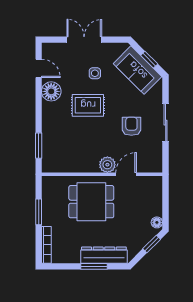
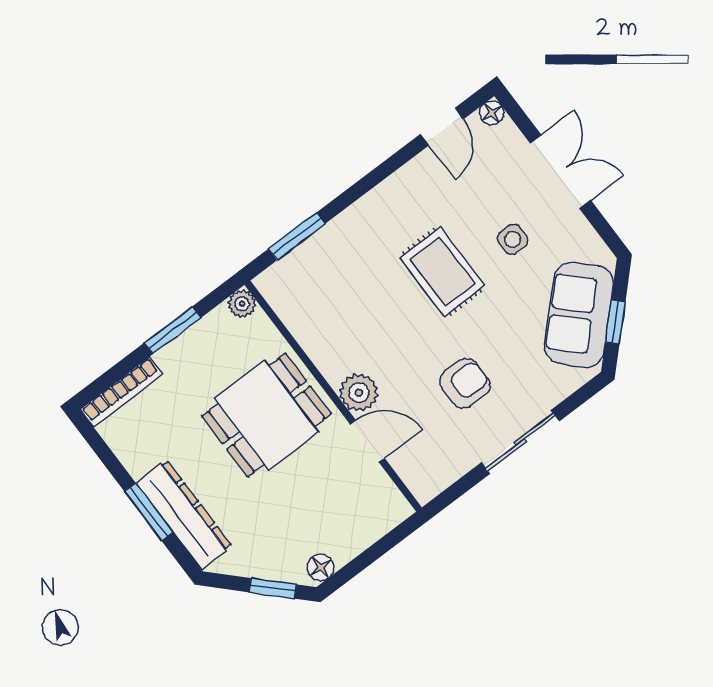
floor lamp: (51, 91) -> (492, 113), moved, width x0.53, depth x0.53
plant: (47, 182) -> (242, 304), added
dining table: (91, 202) -> (267, 415), turned 90

